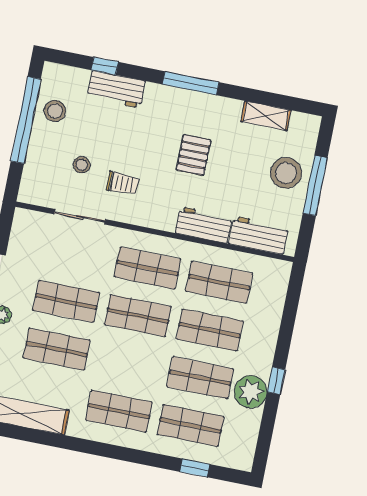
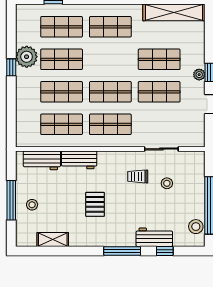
window: (191, 83) -> (122, 251), moved
stool: (55, 111) -> (196, 227), moved
stool: (286, 173) -> (32, 205), width x0.53, depth x0.53

